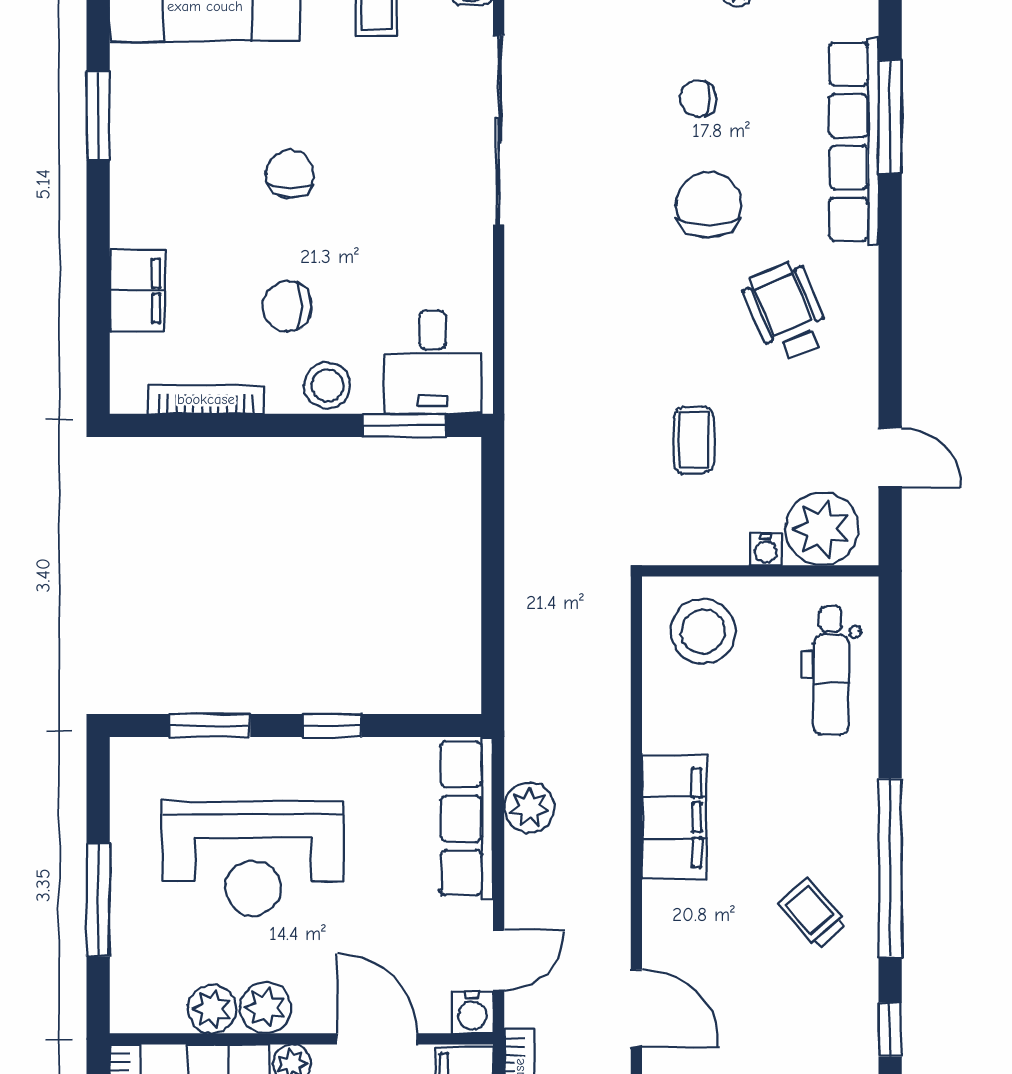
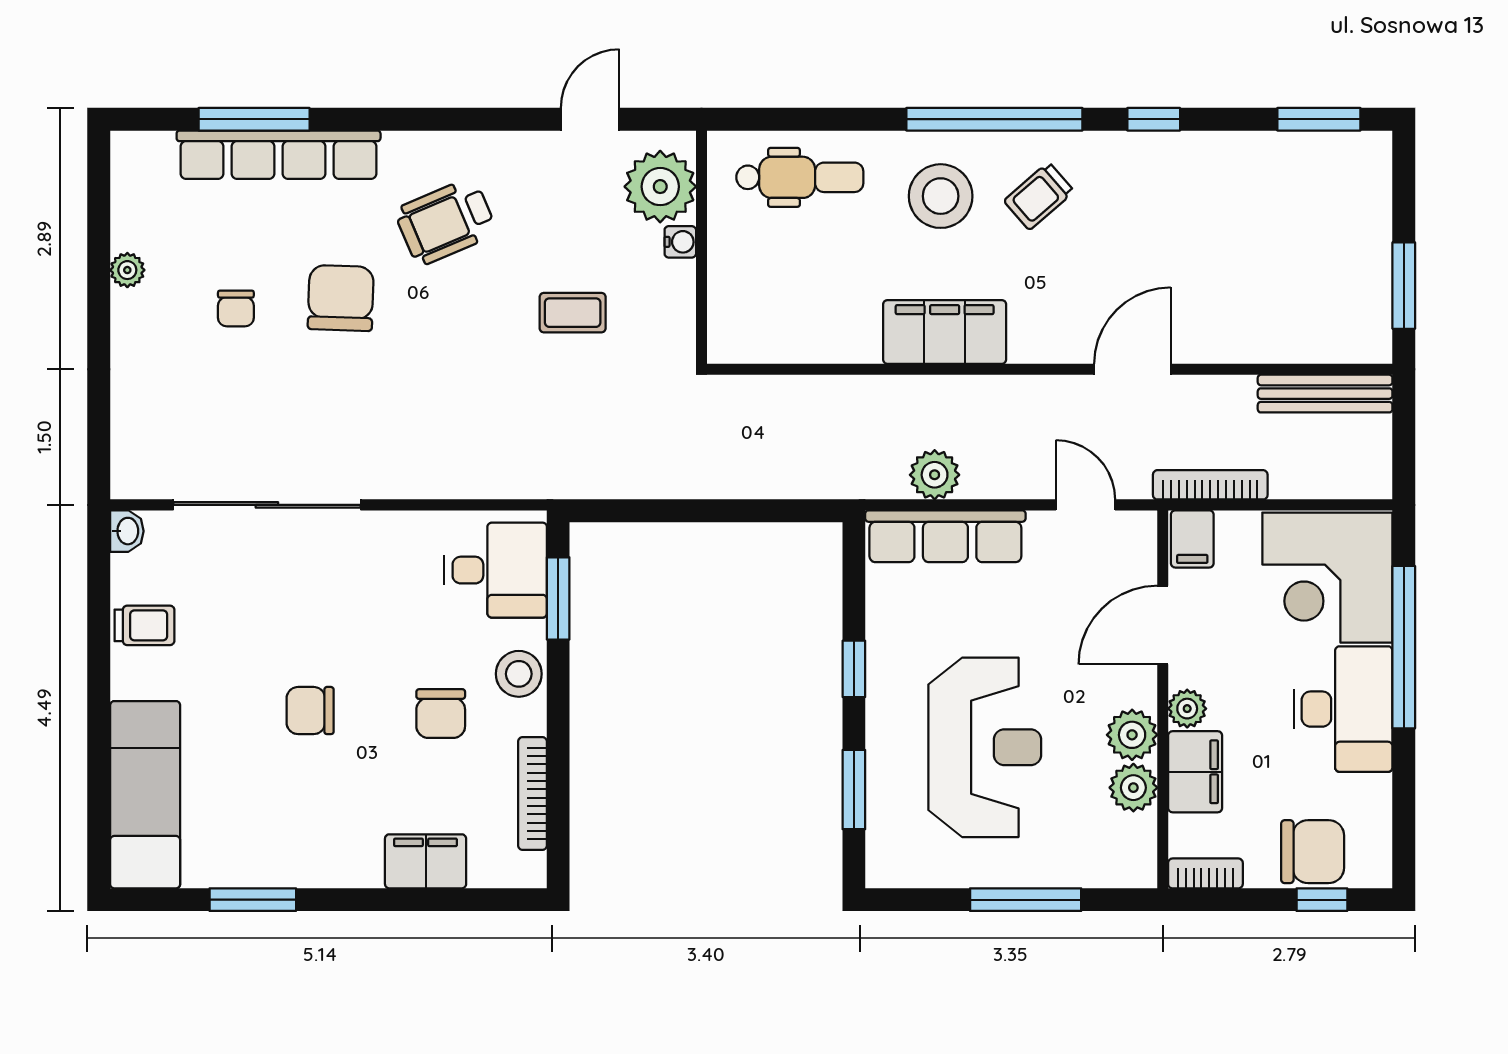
chair: (709, 205) -> (341, 298), turned 92
stool: (703, 631) -> (941, 196), moved
water cooler: (472, 1013) -> (1137, 531), removed

